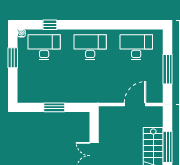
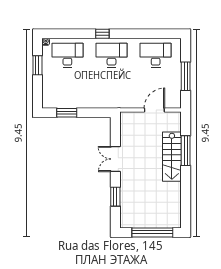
window: (50, 25) -> (102, 34), moved
window: (54, 107) -> (67, 113), moved

